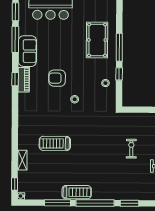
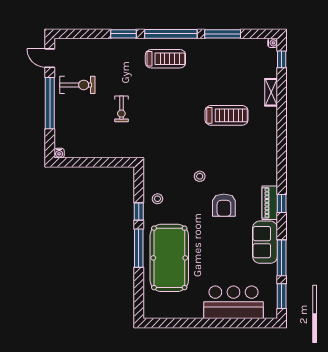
pool table: (97, 40) -> (169, 258), width x1.36, depth x1.32
armchair: (57, 78) -> (224, 205), turned 90
treadmill: (77, 192) -> (165, 59), moved, turned 180

